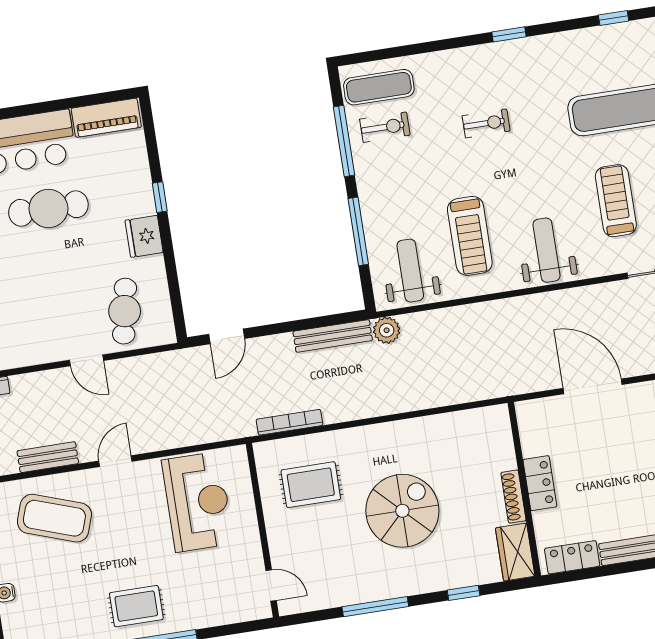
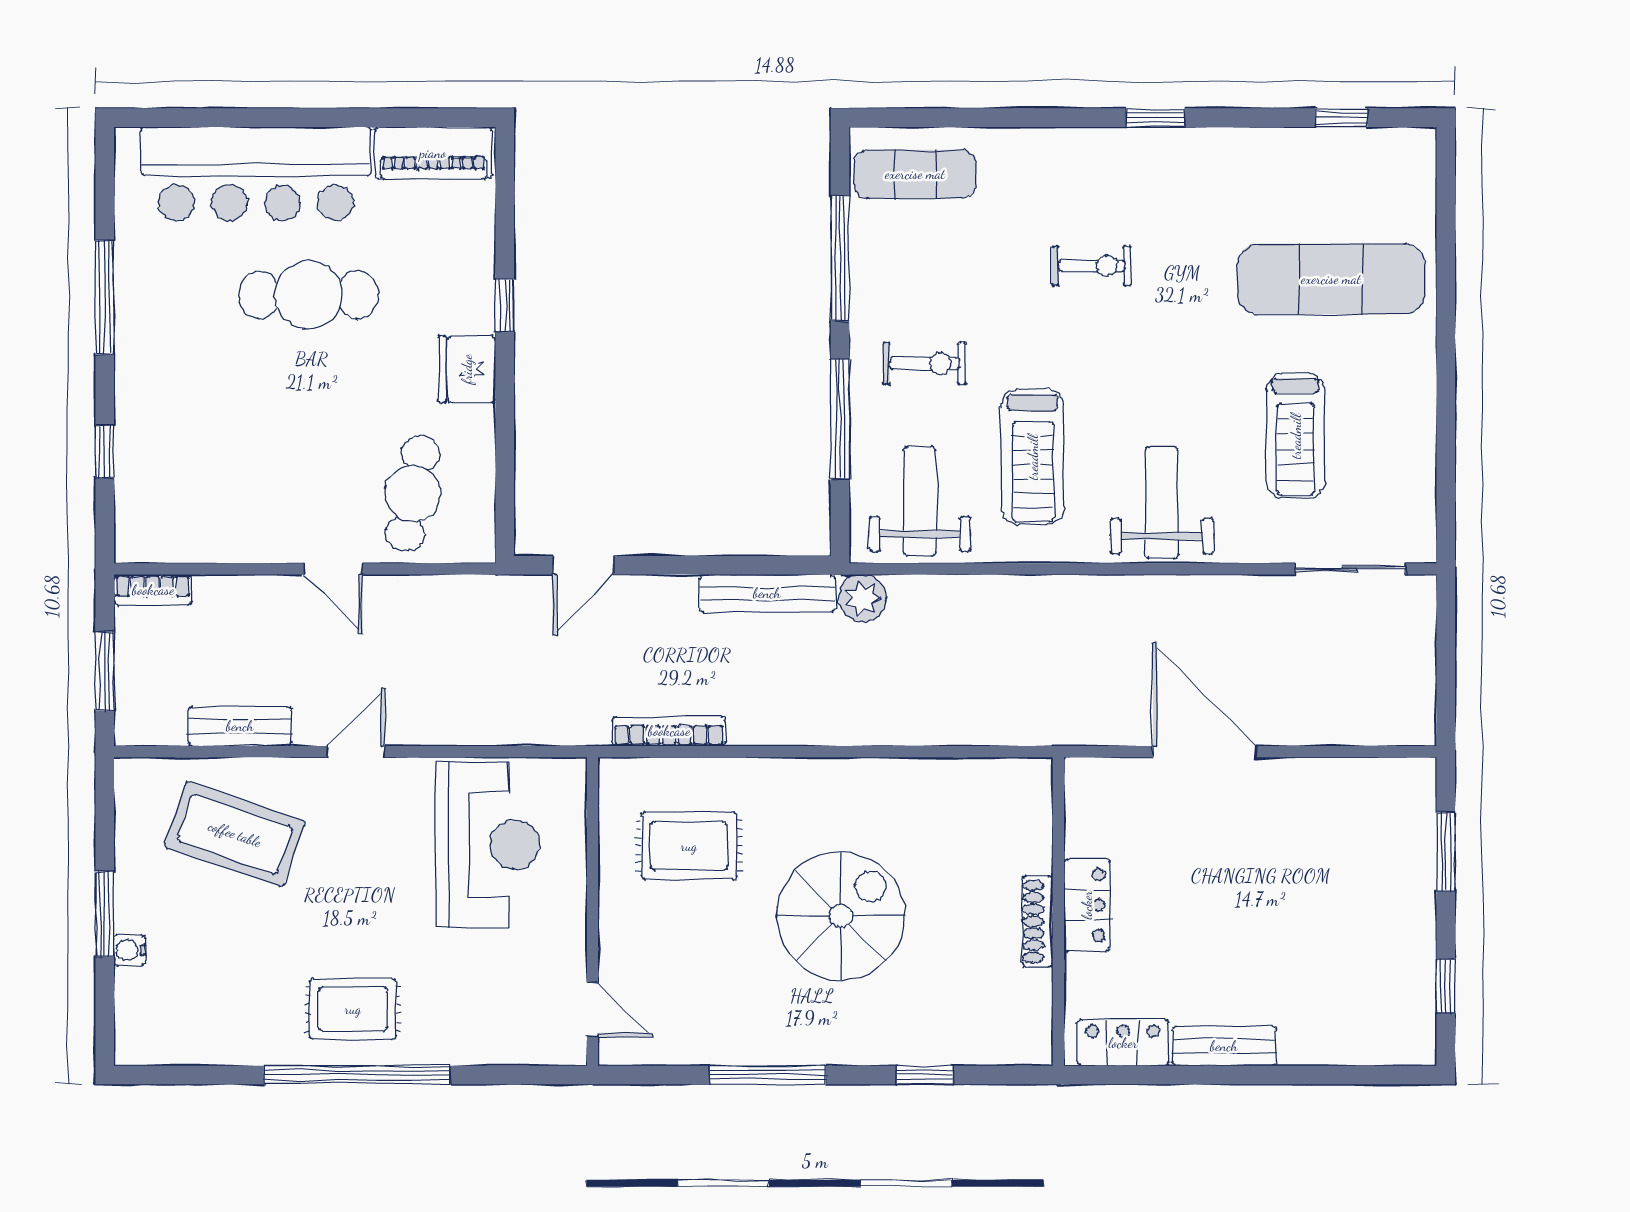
exercise bike: (385, 127) -> (925, 364), moved
treadmill: (616, 201) -> (1296, 436), turned 180
wardrobe: (515, 552) -> (1025, 1018), removed

